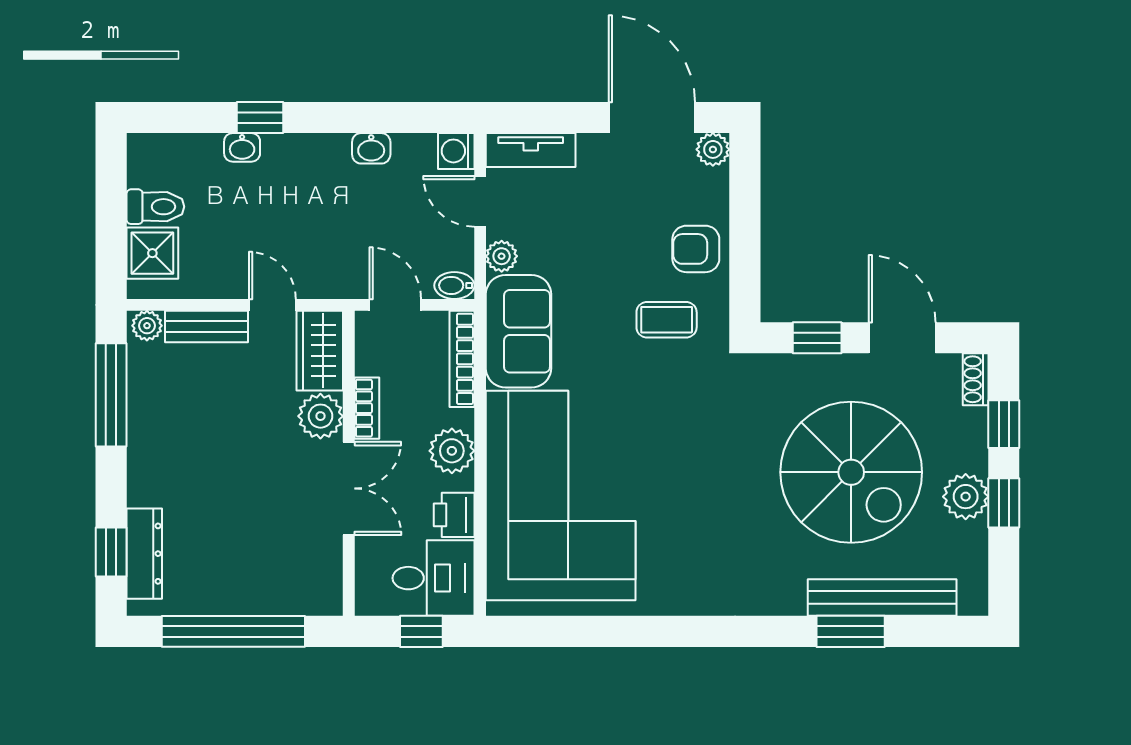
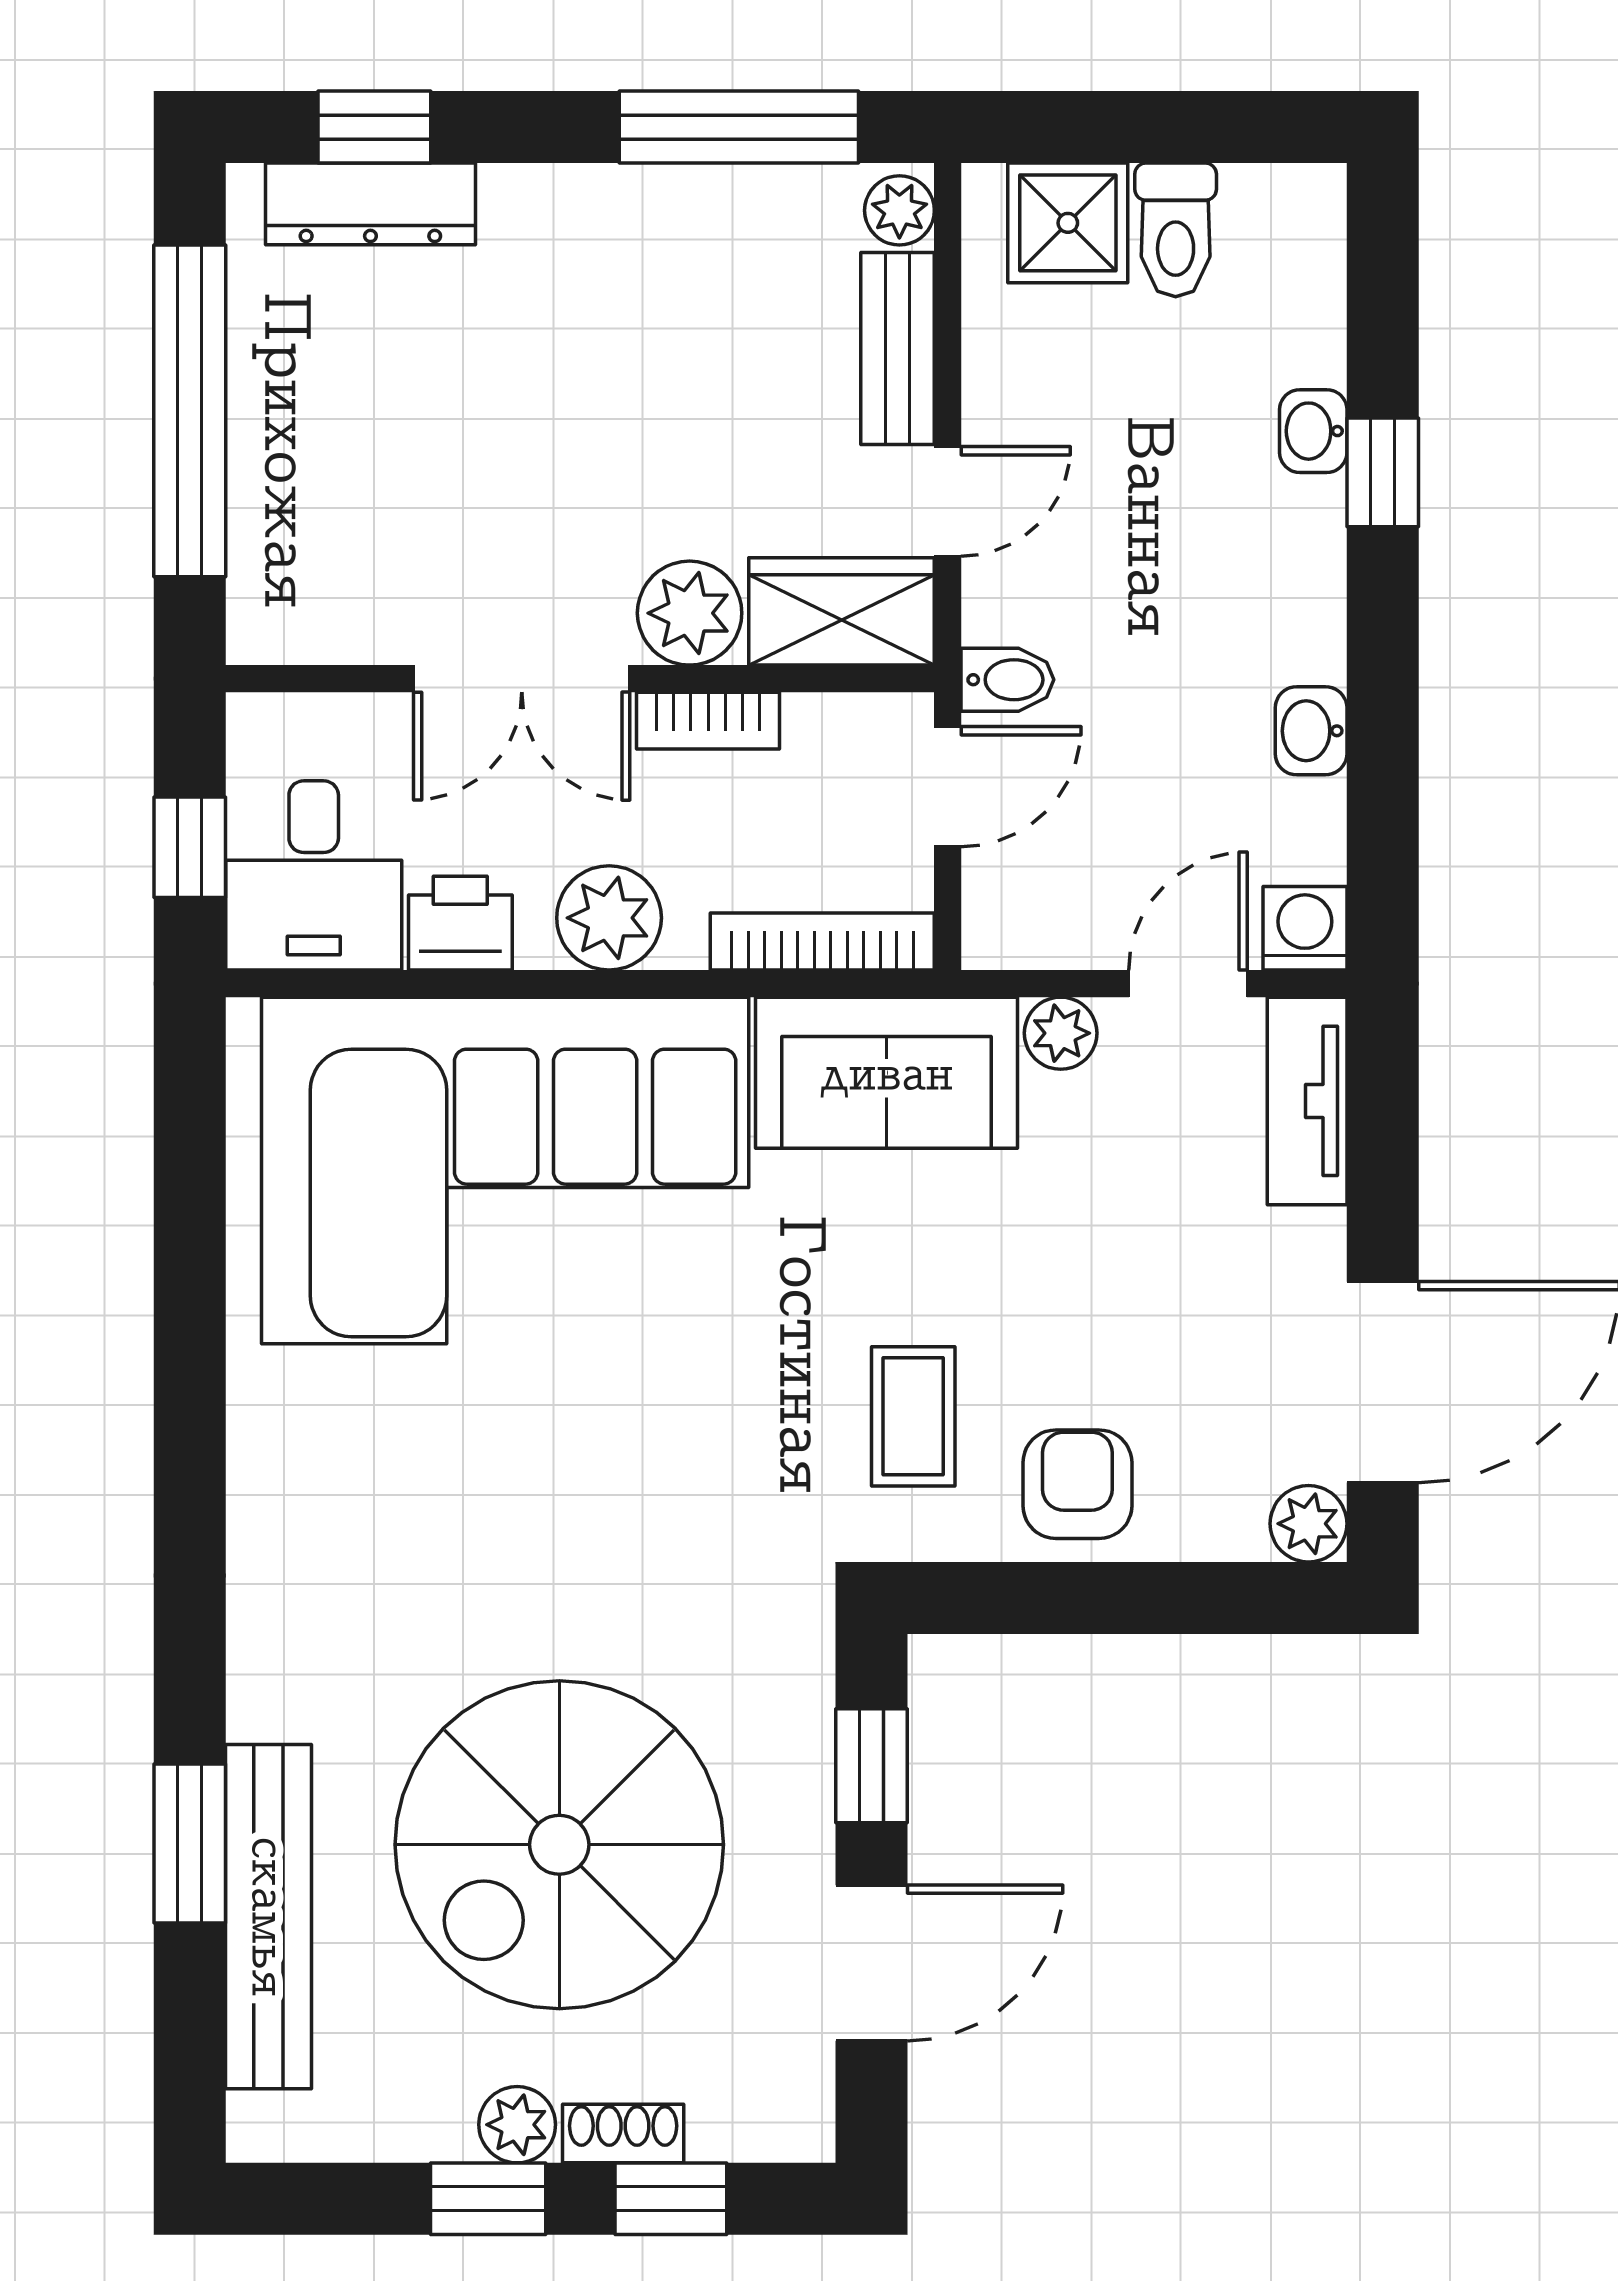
bidet: (454, 285) -> (1008, 680), moved, turned 90
shoe rack: (976, 379) -> (623, 2134), moved
plant: (966, 497) -> (517, 2125), width x0.73, depth x0.73

